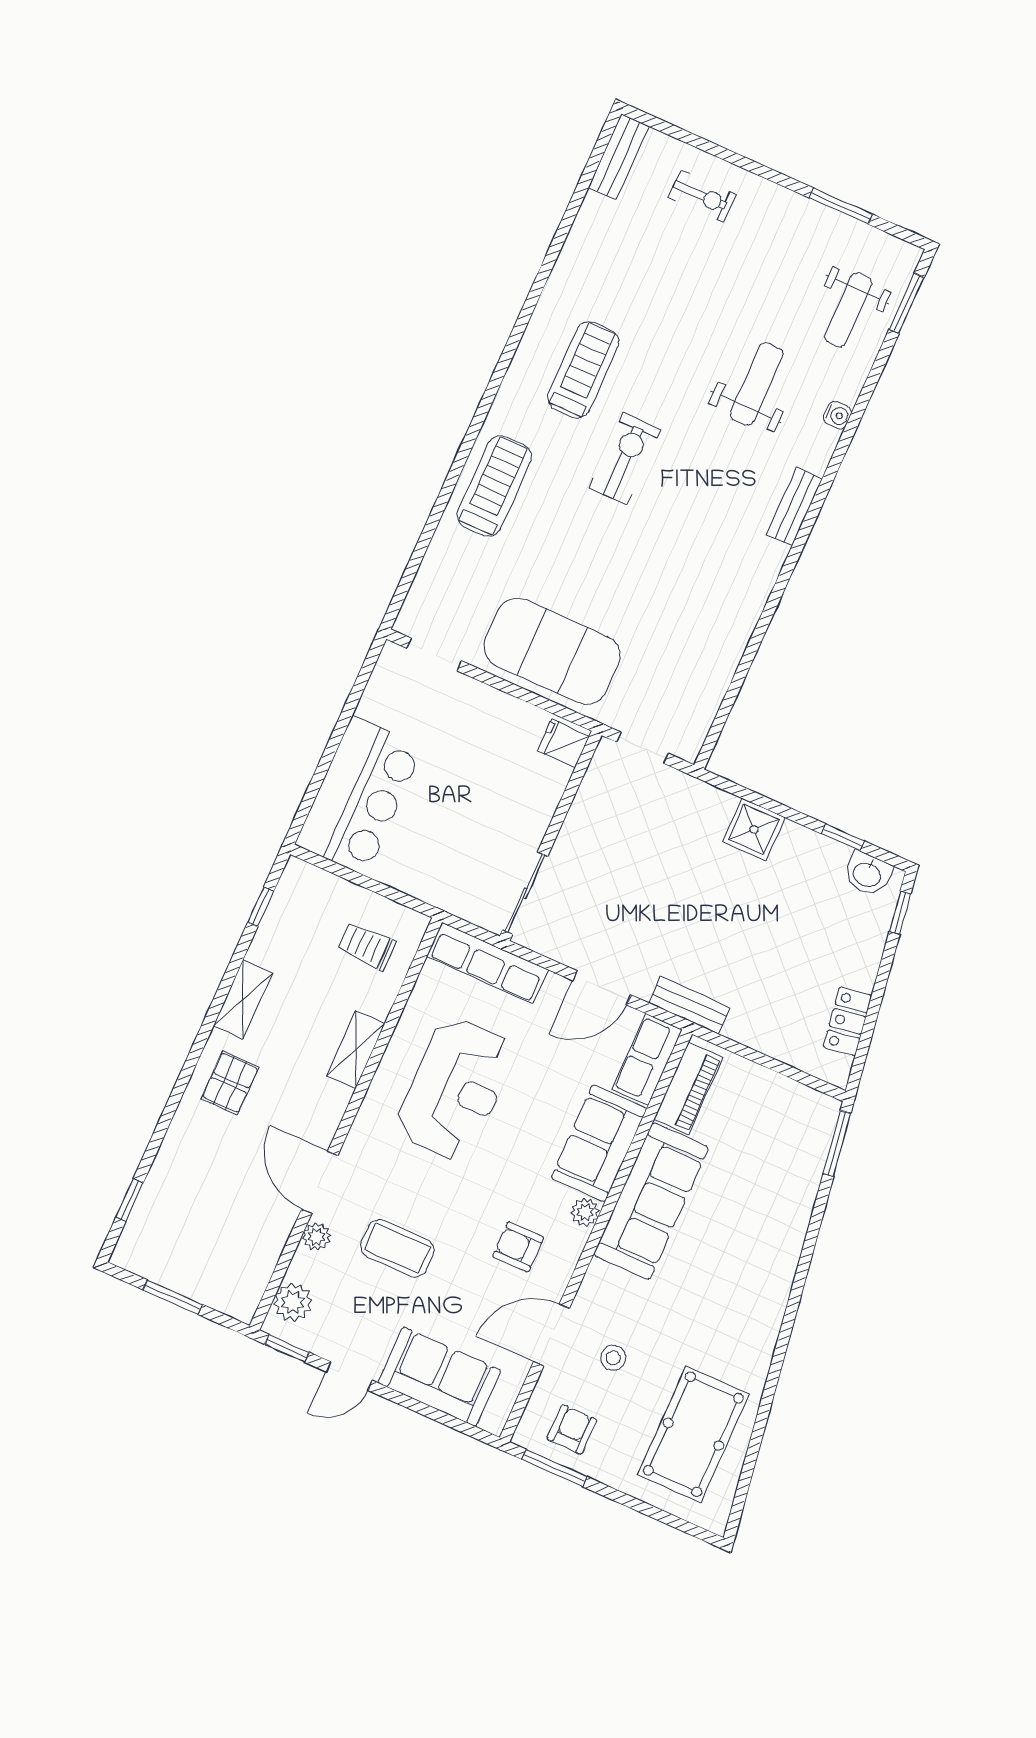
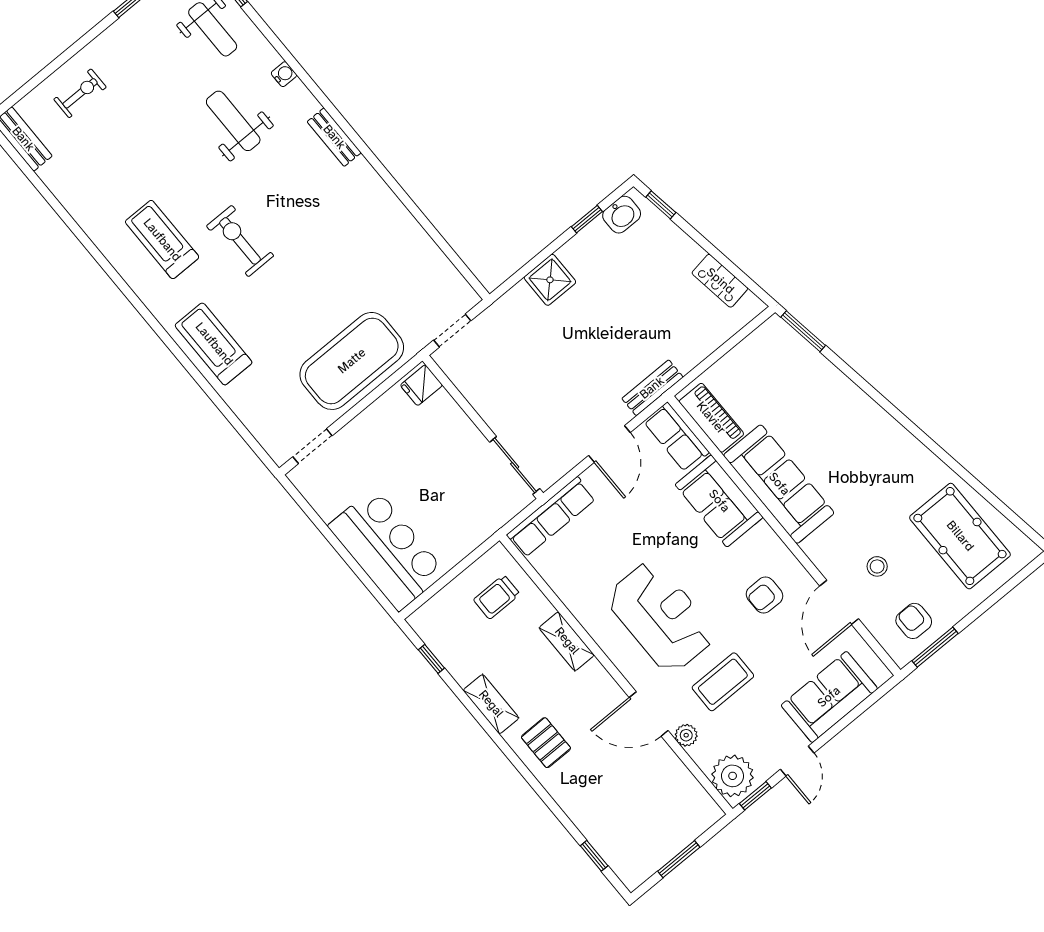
reception desk: (455, 1089) -> (661, 617), moved
plant: (585, 1212) -> (763, 535), removed
plant: (293, 1302) -> (733, 776), width x1.36, depth x1.36

